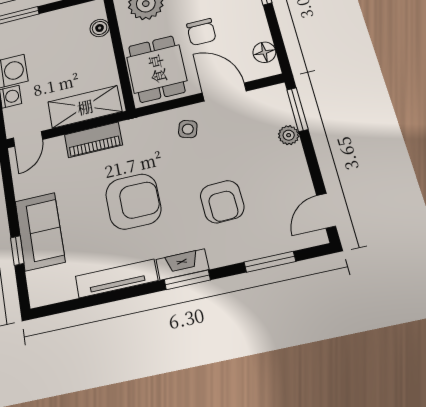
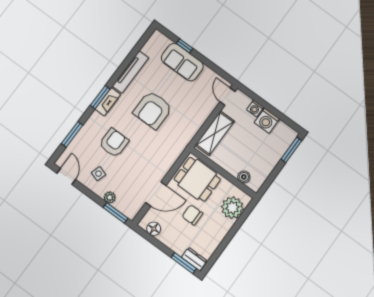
side table: (188, 129) -> (98, 174), moved
piano: (93, 140) -> (196, 122), removed
armchair: (222, 202) -> (114, 143), turned 92

